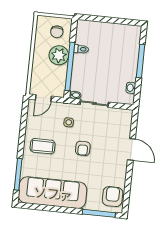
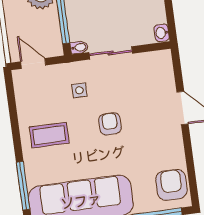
washbasin: (131, 88) -> (162, 33), moved
door: (43, 98) -> (33, 63), swing flipped
armchair: (83, 148) -> (110, 124), turned 180

